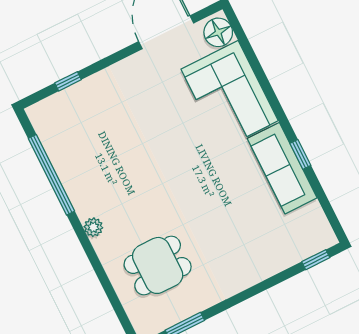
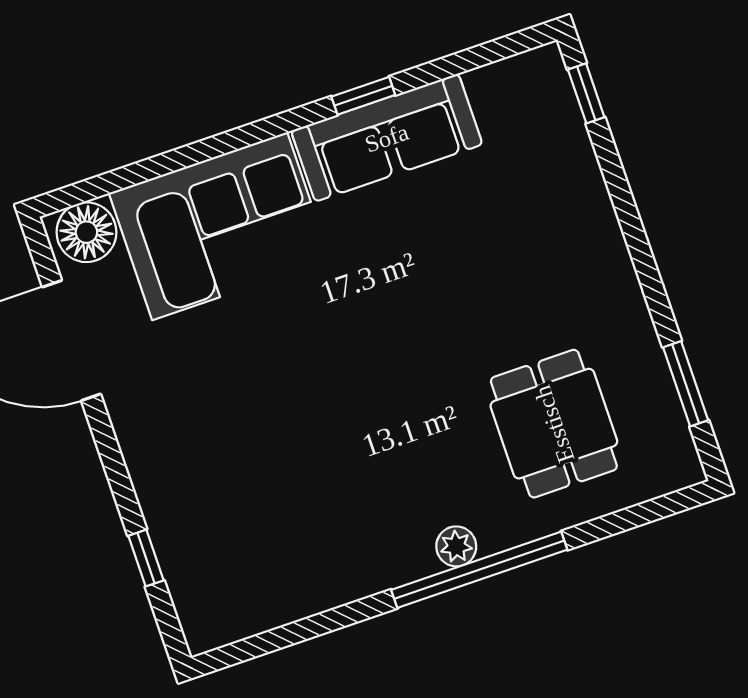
window: (51, 175) -> (479, 570), moved

